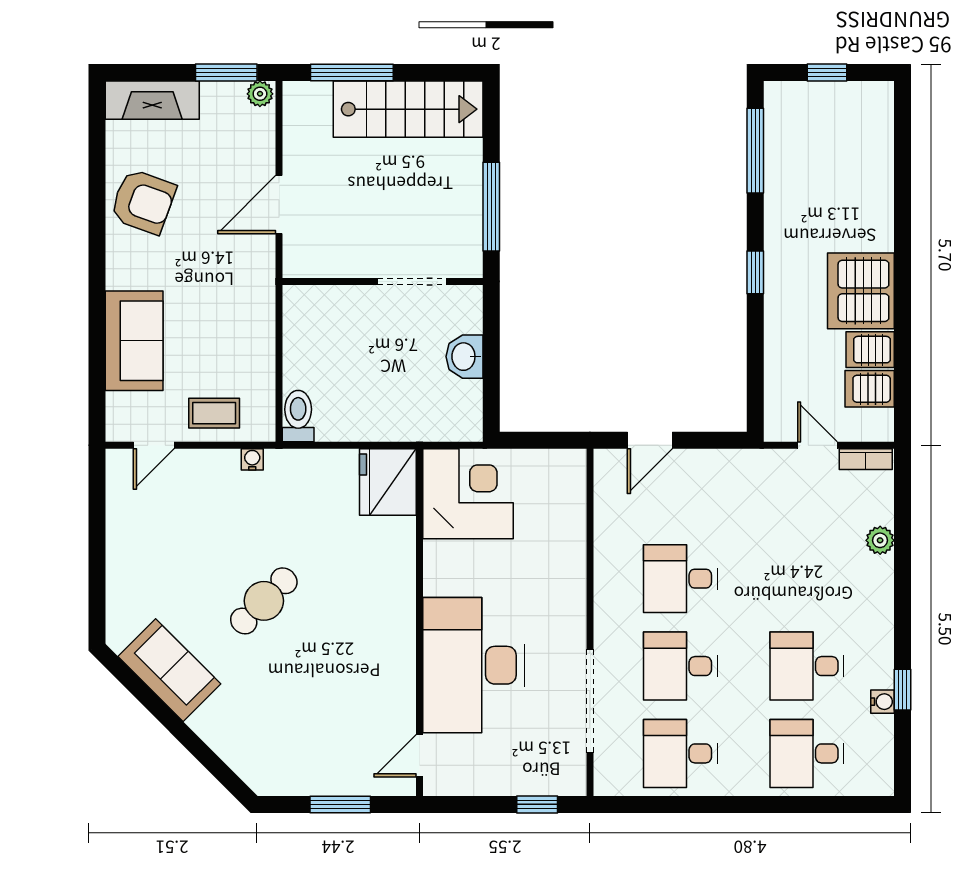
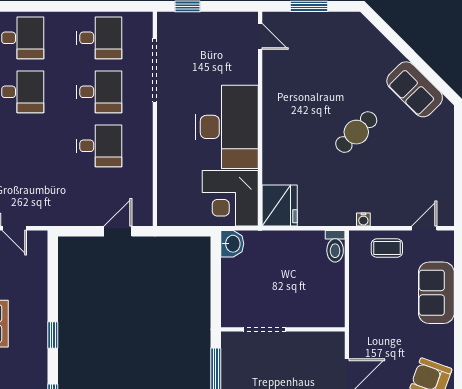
washbasin: (465, 357) -> (232, 244), moved
desk: (474, 665) -> (227, 127), moved
door: (419, 756) -> (260, 36), hinge flipped

